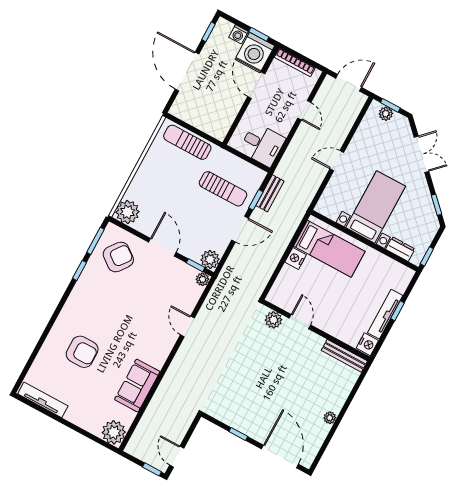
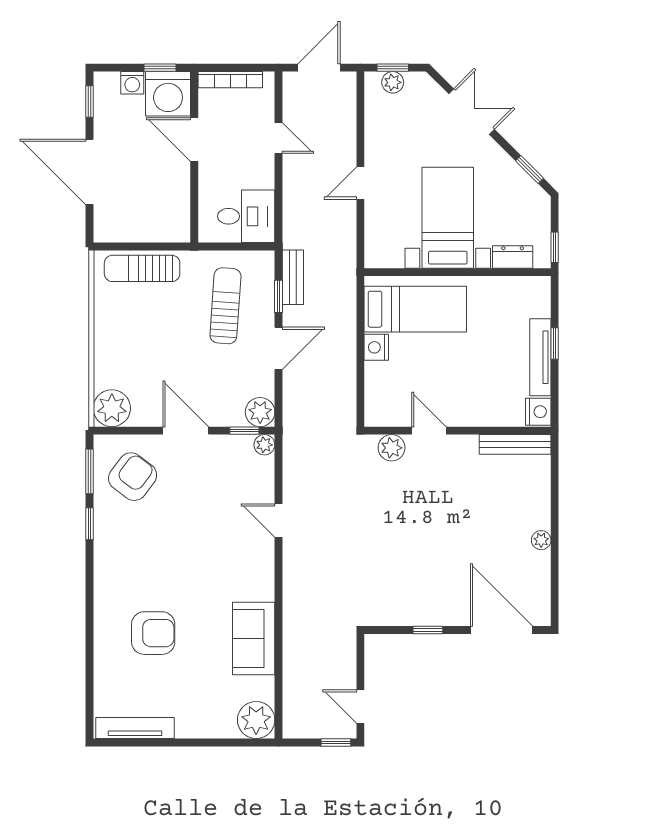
sun lounger: (223, 189) -> (225, 306), turned -86

